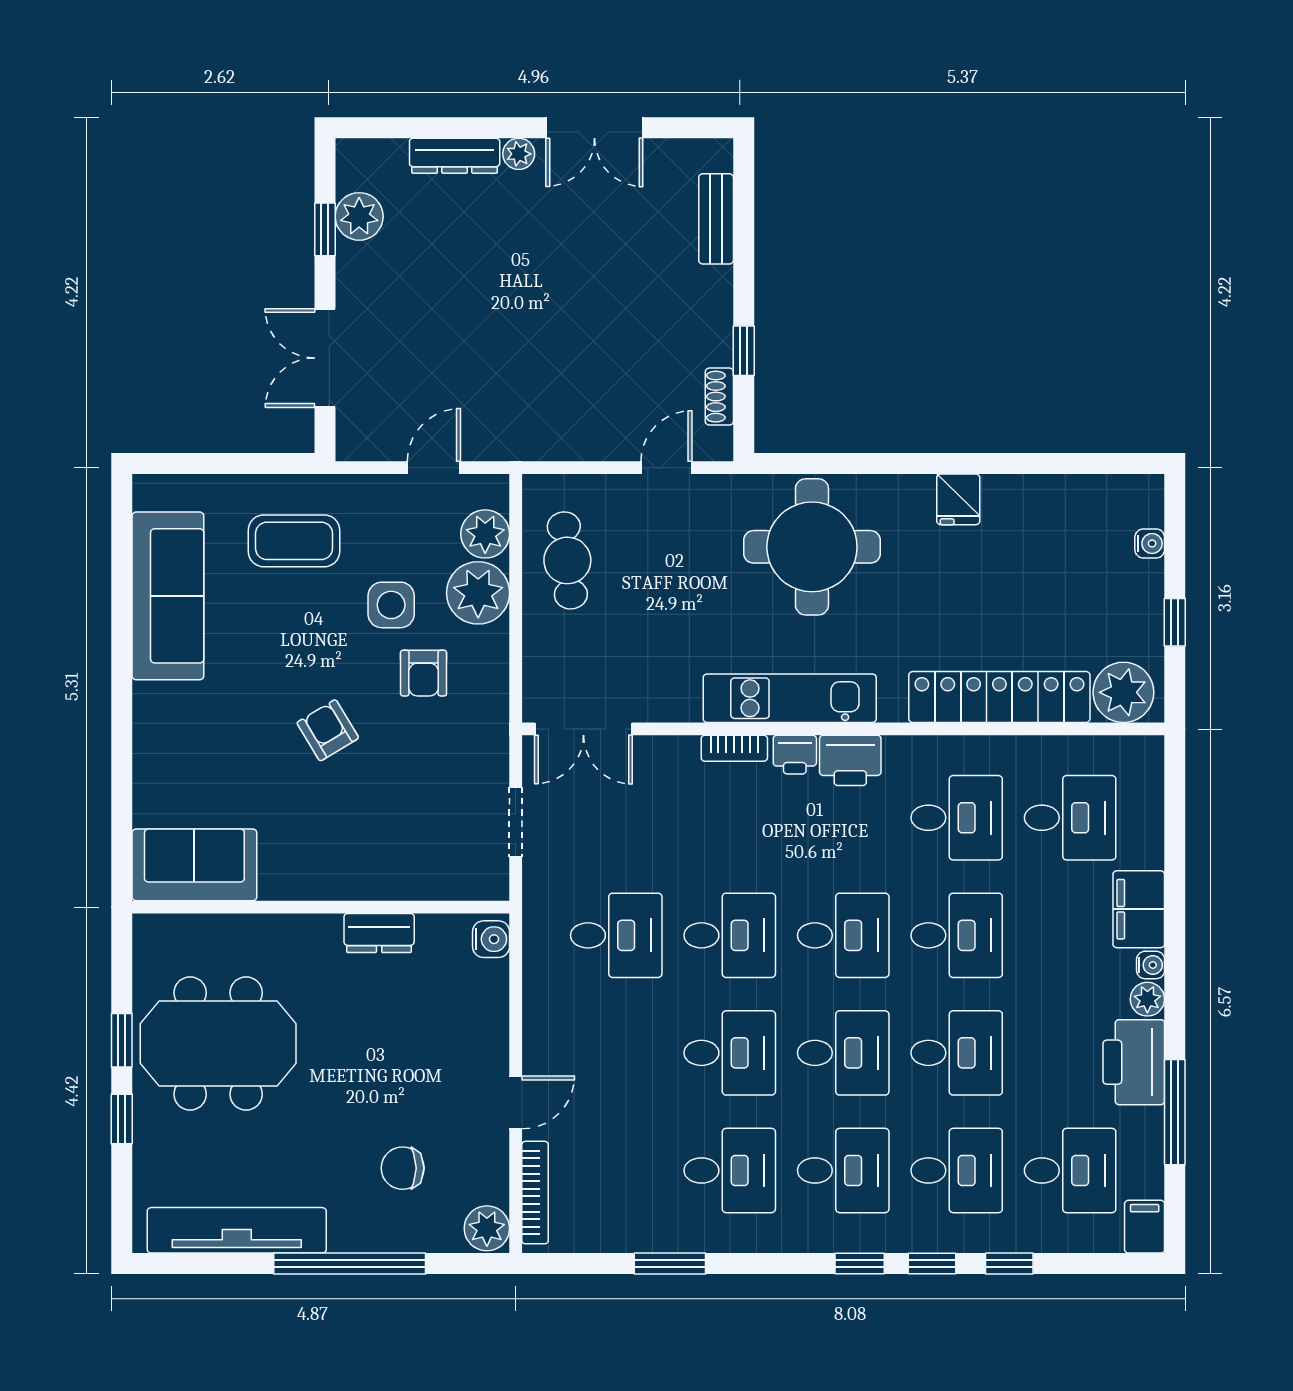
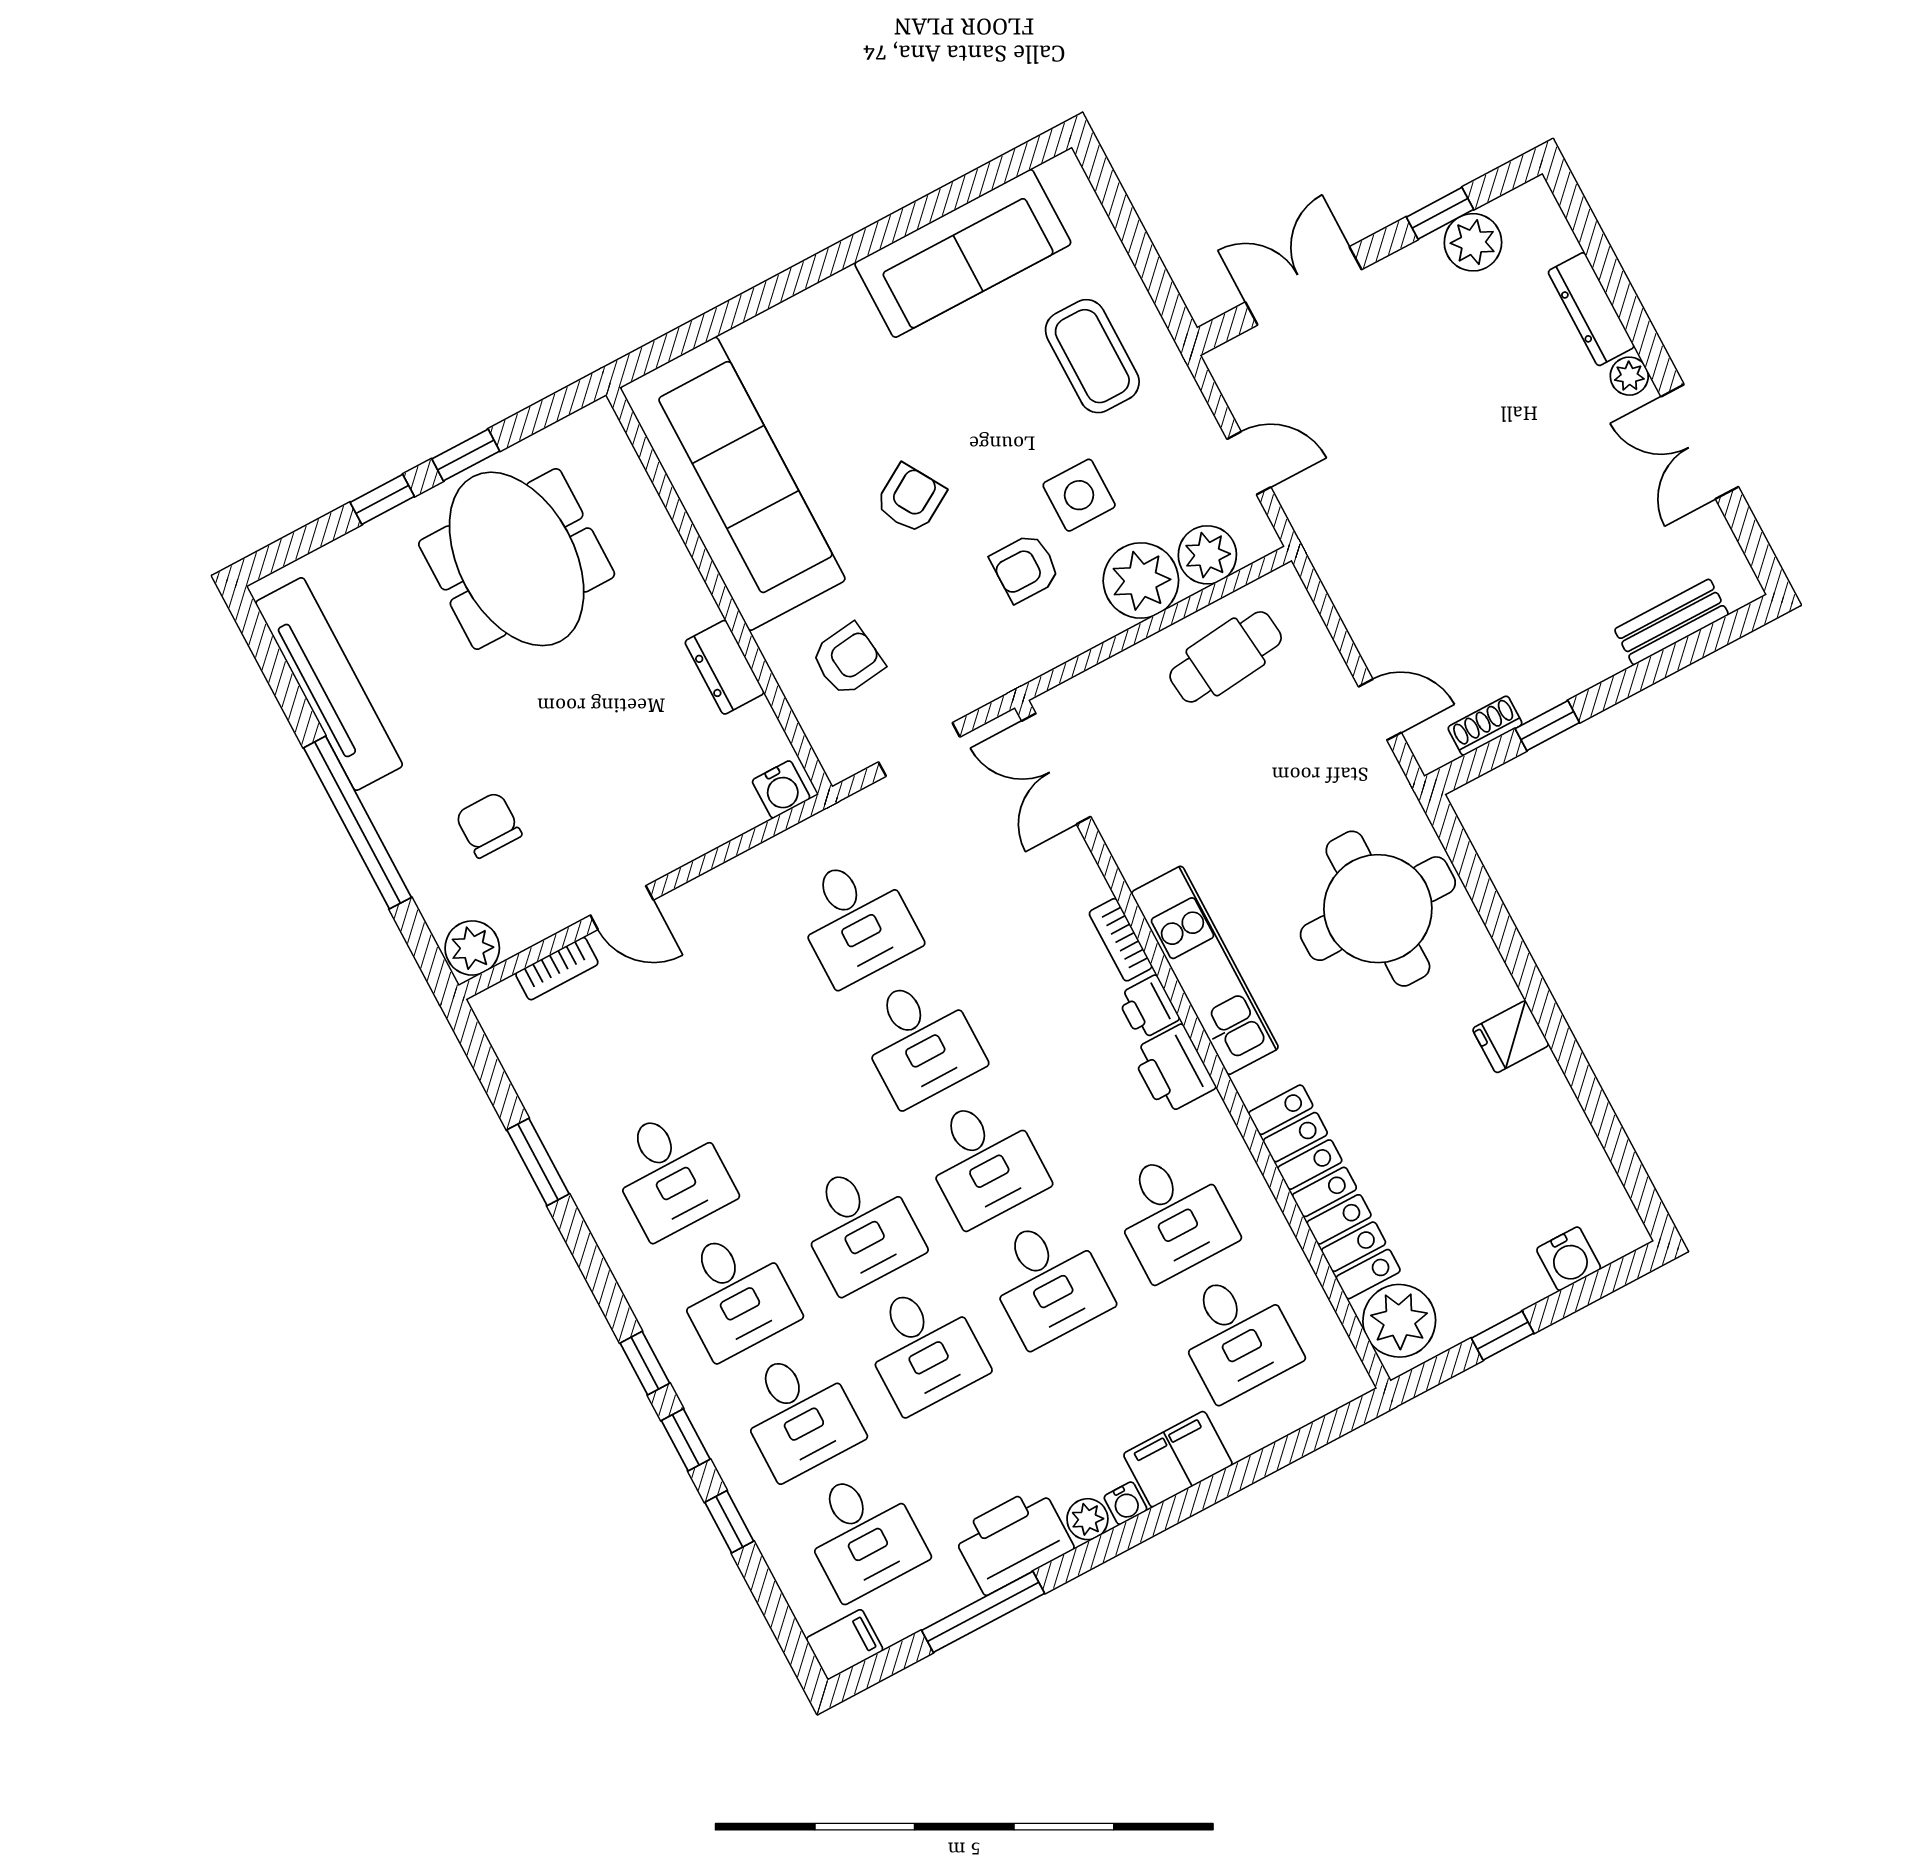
water cooler: (1150, 544) -> (1569, 1259), width x1.38, depth x1.38
armchair: (422, 839) -> (848, 660), added
sofa: (194, 865) -> (733, 484), width x1.85, depth x1.27
desk: (730, 1053) -> (795, 1107), removed
bookcase: (535, 1193) -> (557, 969), width x0.64

